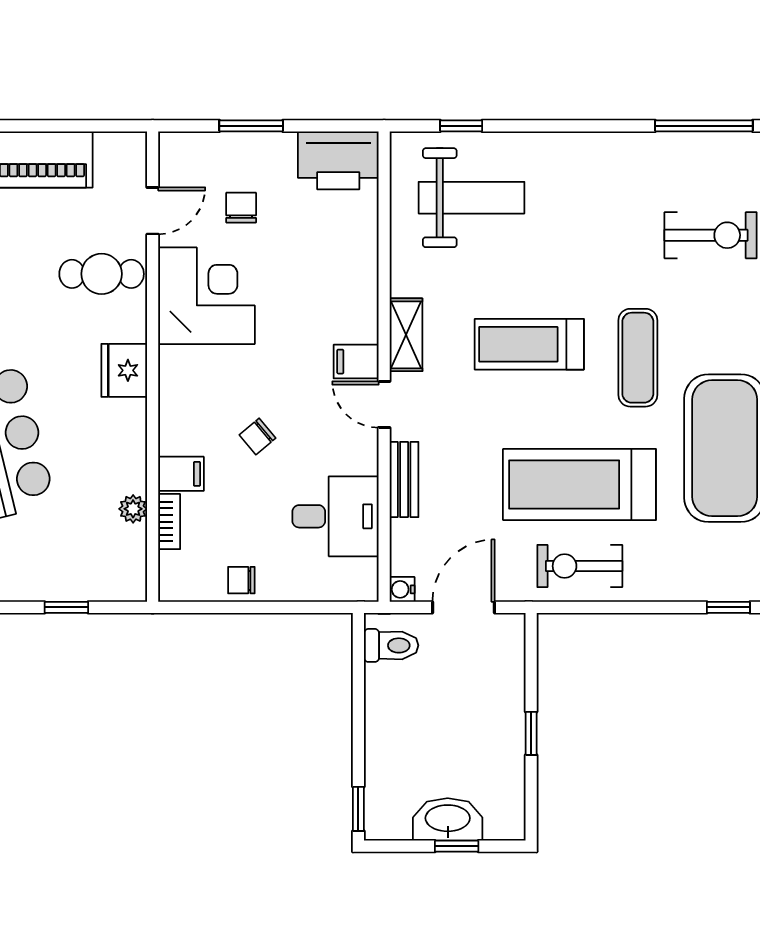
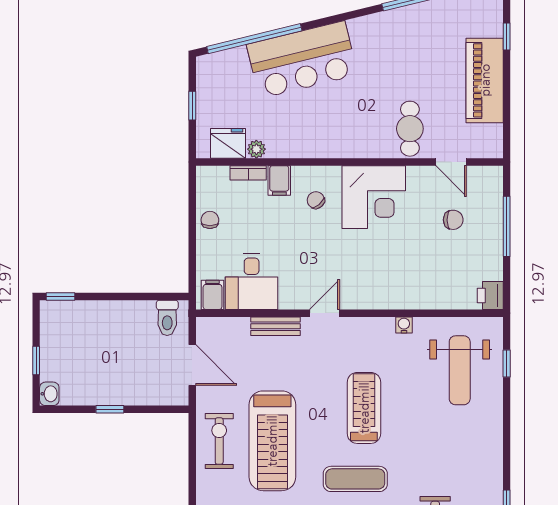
window: (251, 126) -> (507, 226), width x1.44
printer: (338, 160) -> (490, 296), width x0.53, depth x0.68
corner desk: (206, 296) -> (374, 197), moved
shelving: (406, 335) -> (370, 328), removed
filing cabinet: (356, 362) -> (213, 295), moved
fridge: (124, 370) -> (228, 143), moved
chair: (257, 436) -> (316, 200), moved
treadmill: (579, 484) -> (272, 441), turned 180
water cooler: (402, 589) -> (404, 325), moved
washbasin: (448, 819) -> (49, 394), moved, width x0.52, depth x0.69

